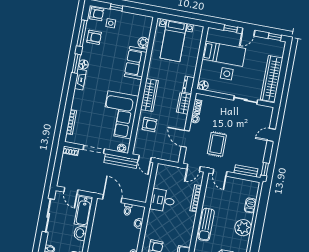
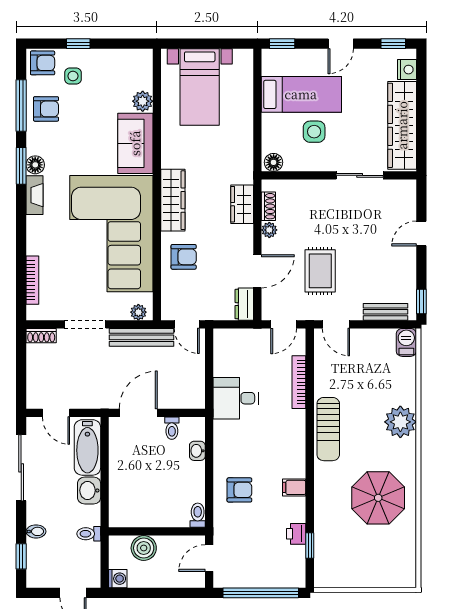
window: (231, 29) -> (282, 44), moved
nightstand: (279, 51) -> (407, 70), added
dresser: (188, 85) -> (244, 304), moved
corner sofa: (119, 115) -> (111, 234), width x1.36, depth x1.36
door: (185, 139) -> (257, 271), swing flipped
door: (112, 199) -> (138, 413), hinge flipped
barbecue: (250, 205) -> (406, 342), moved

